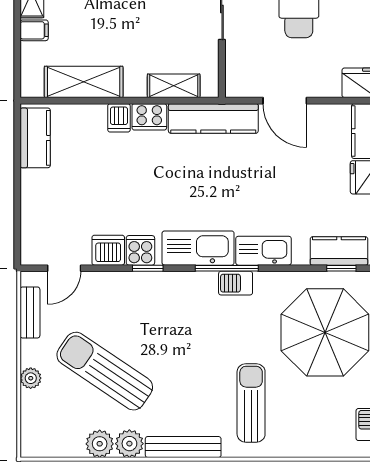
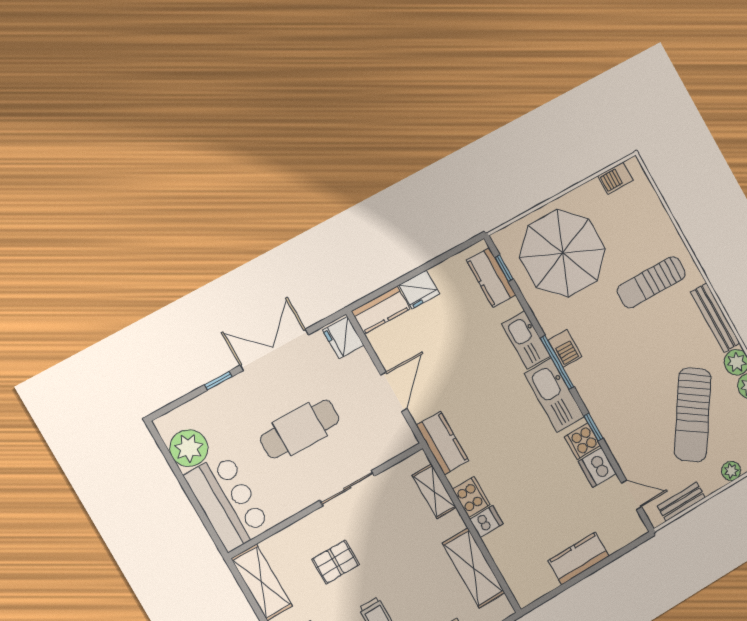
kitchen counter: (213, 118) -> (442, 443), width x0.67
kitchen counter: (35, 138) -> (579, 558), moved

